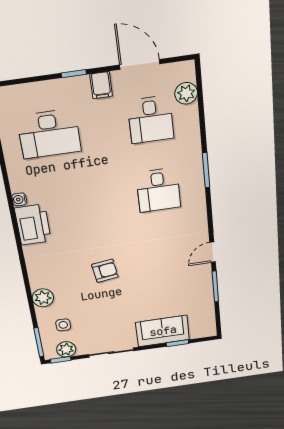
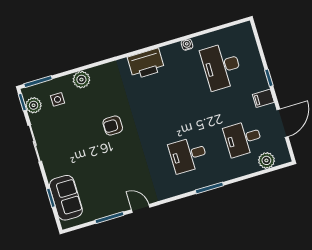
water cooler: (19, 199) -> (187, 45), moved
armchair: (105, 271) -> (113, 125), turned 98
sofa: (163, 331) -> (66, 198), moved

